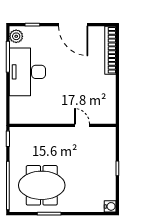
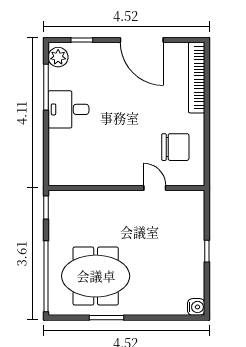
desk: (27, 72) -> (68, 109), width x0.53, depth x0.77
chair: (96, 98) -> (175, 147), added

